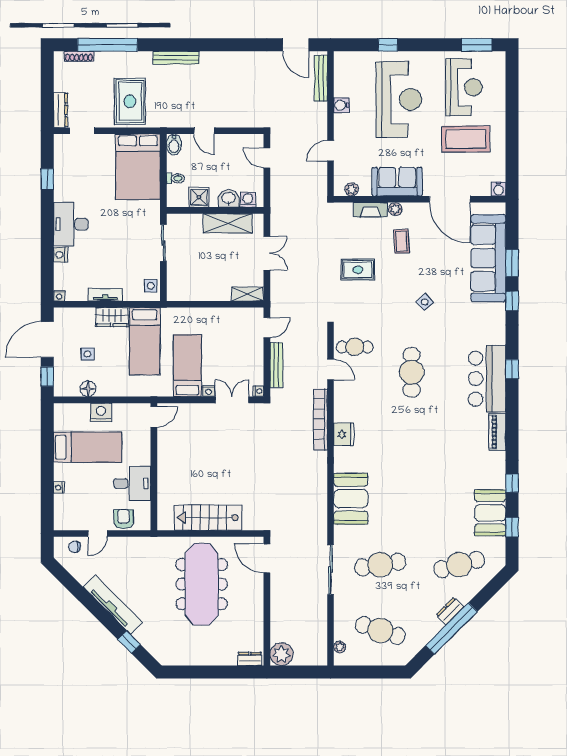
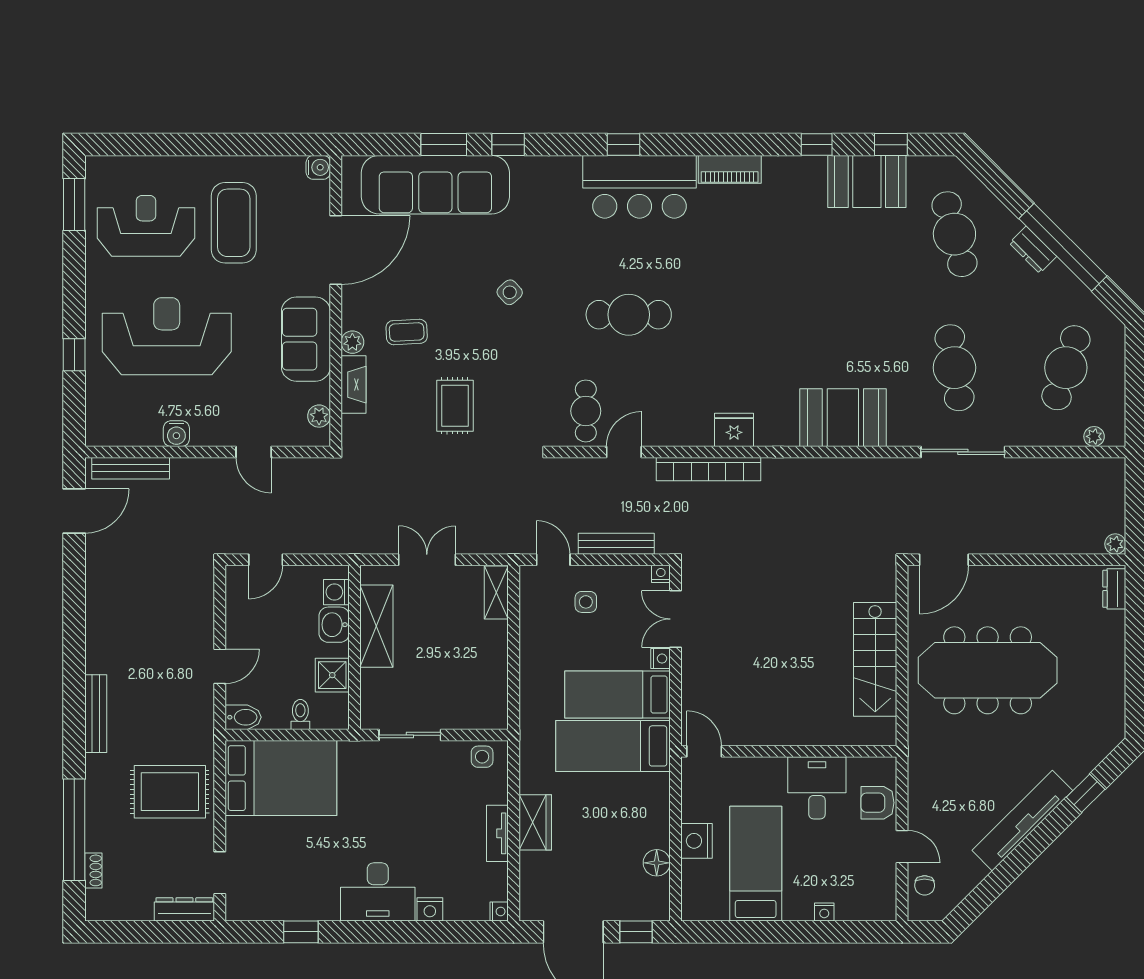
shoe rack: (79, 56) -> (93, 870), width x0.70
bed: (145, 341) -> (613, 746), moved, turned 180
side table: (87, 354) -> (586, 602), moved
plant: (281, 654) -> (1115, 544), width x0.53, depth x0.53

